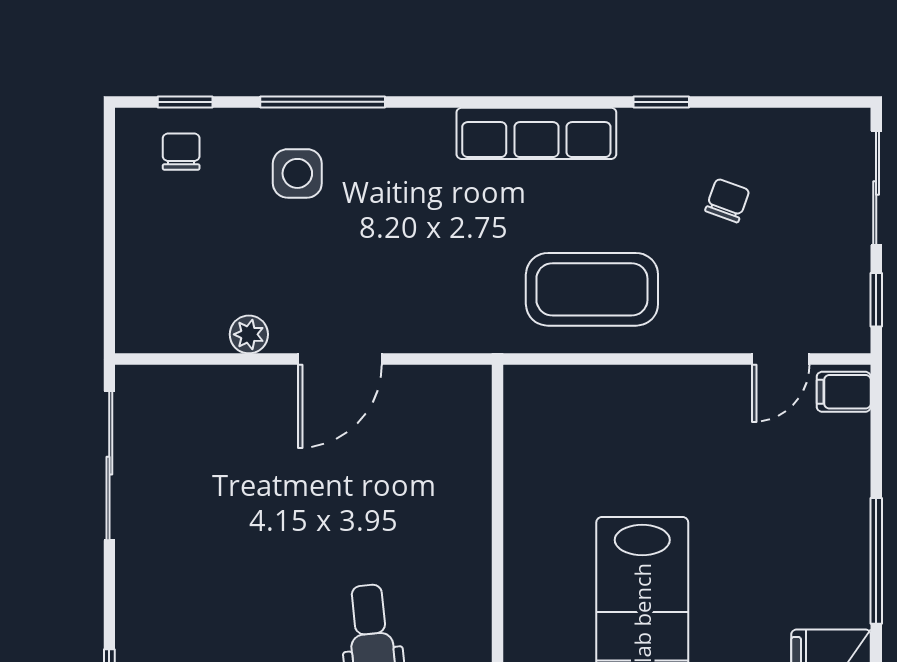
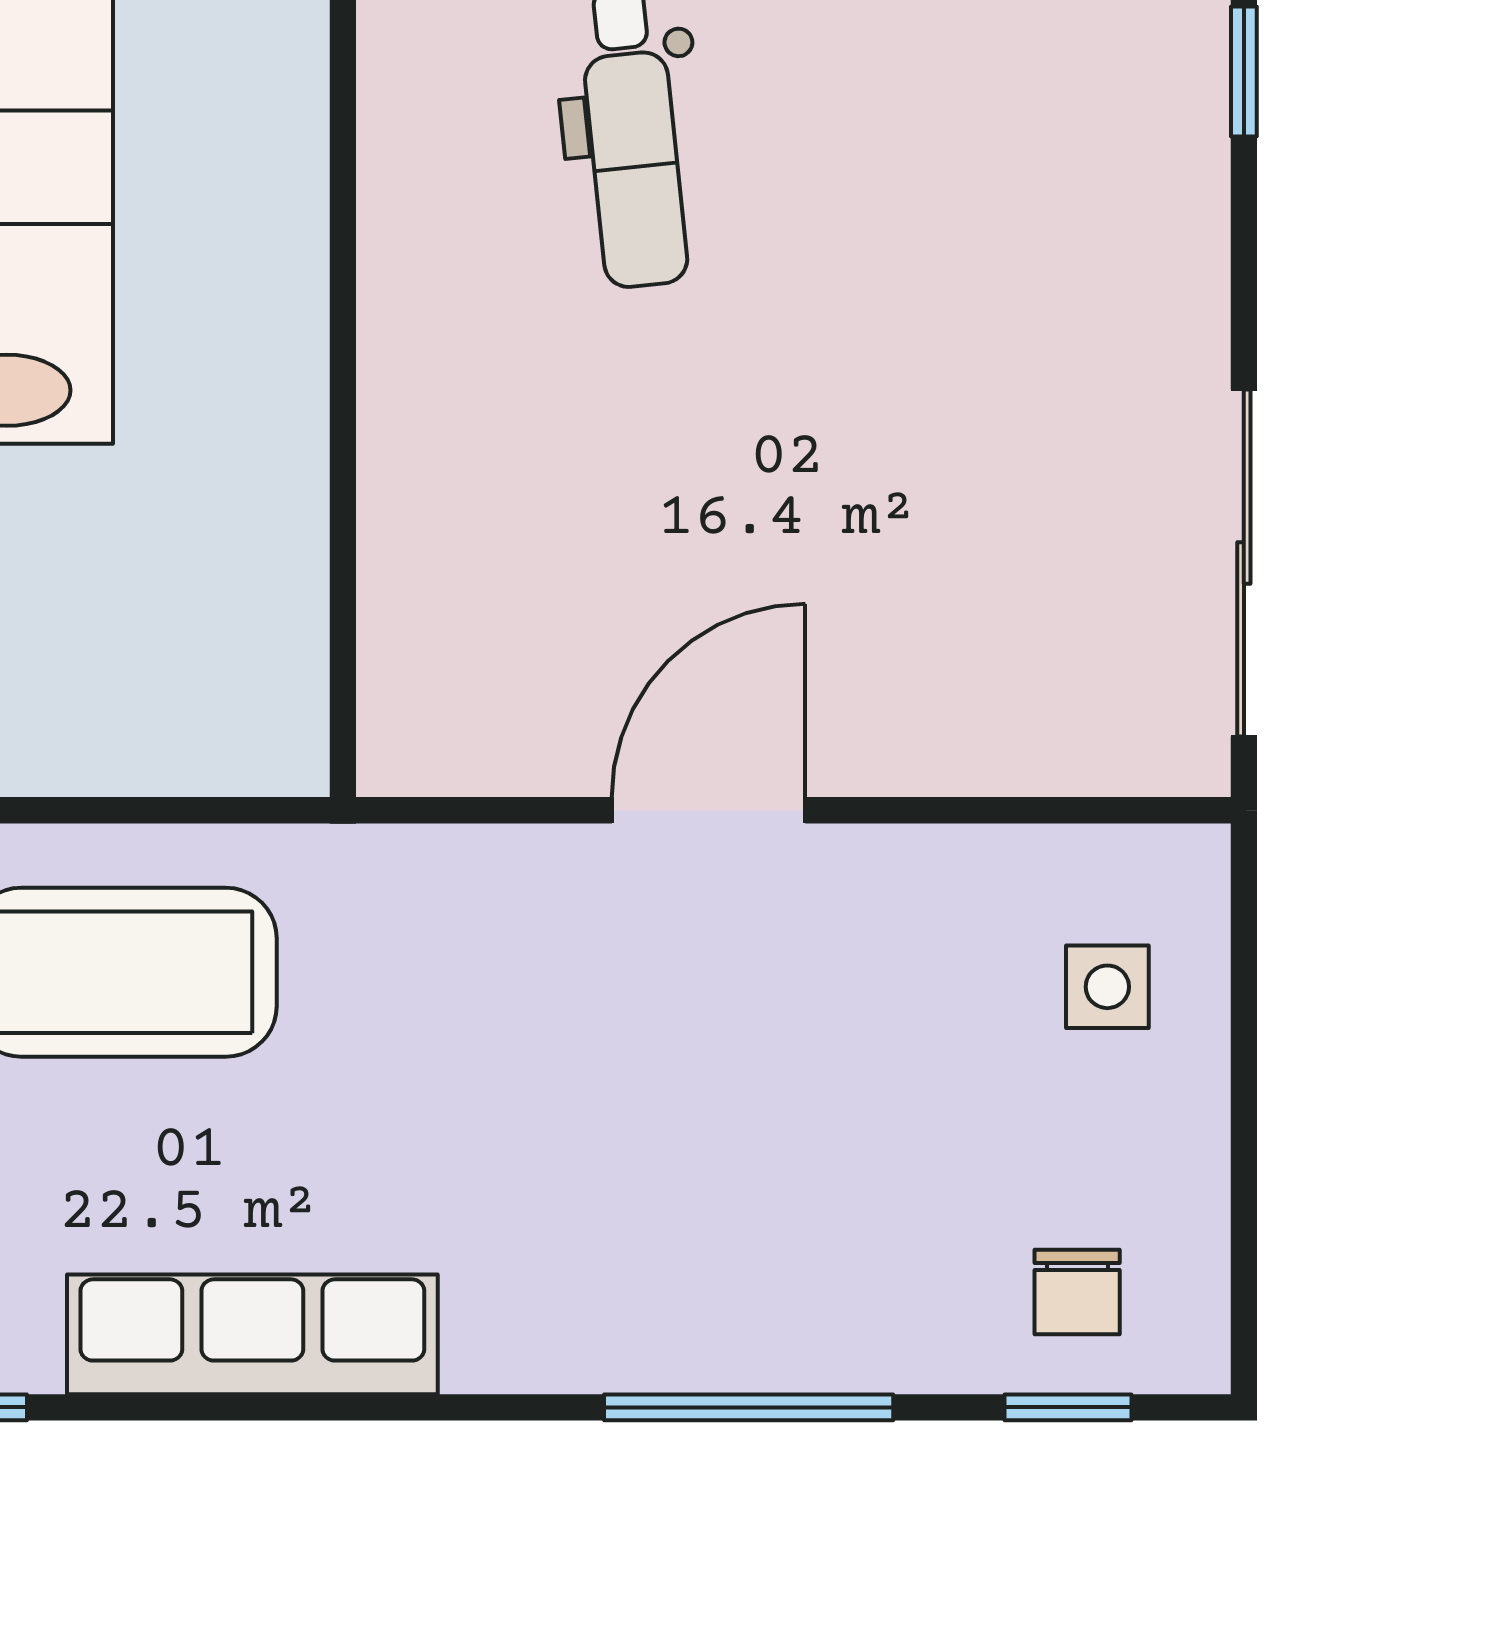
side table: (297, 173) -> (1107, 987), moved, width x0.73, depth x0.73
plant: (249, 334) -> (920, 867), removed

